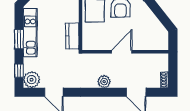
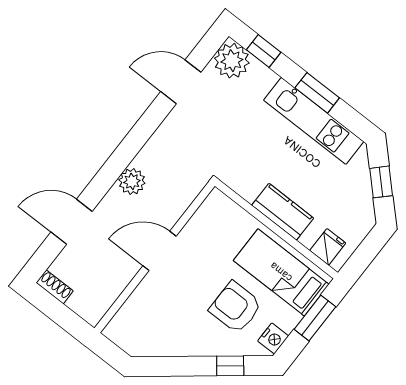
kitchen counter: (72, 36) -> (283, 212), moved
door: (122, 52) -> (159, 251), swing flipped

